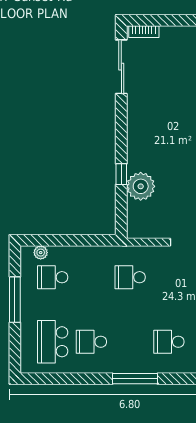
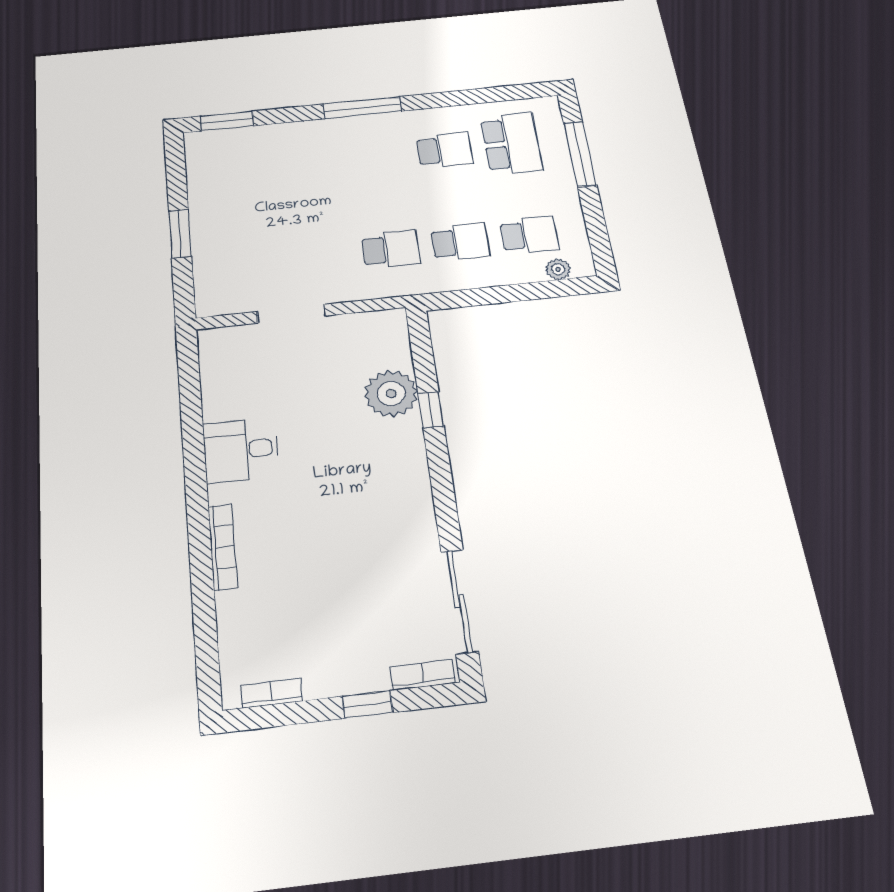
window: (172, 20) -> (368, 704), added
window: (15, 300) -> (580, 154), moved
school desk: (169, 342) -> (460, 242), moved

